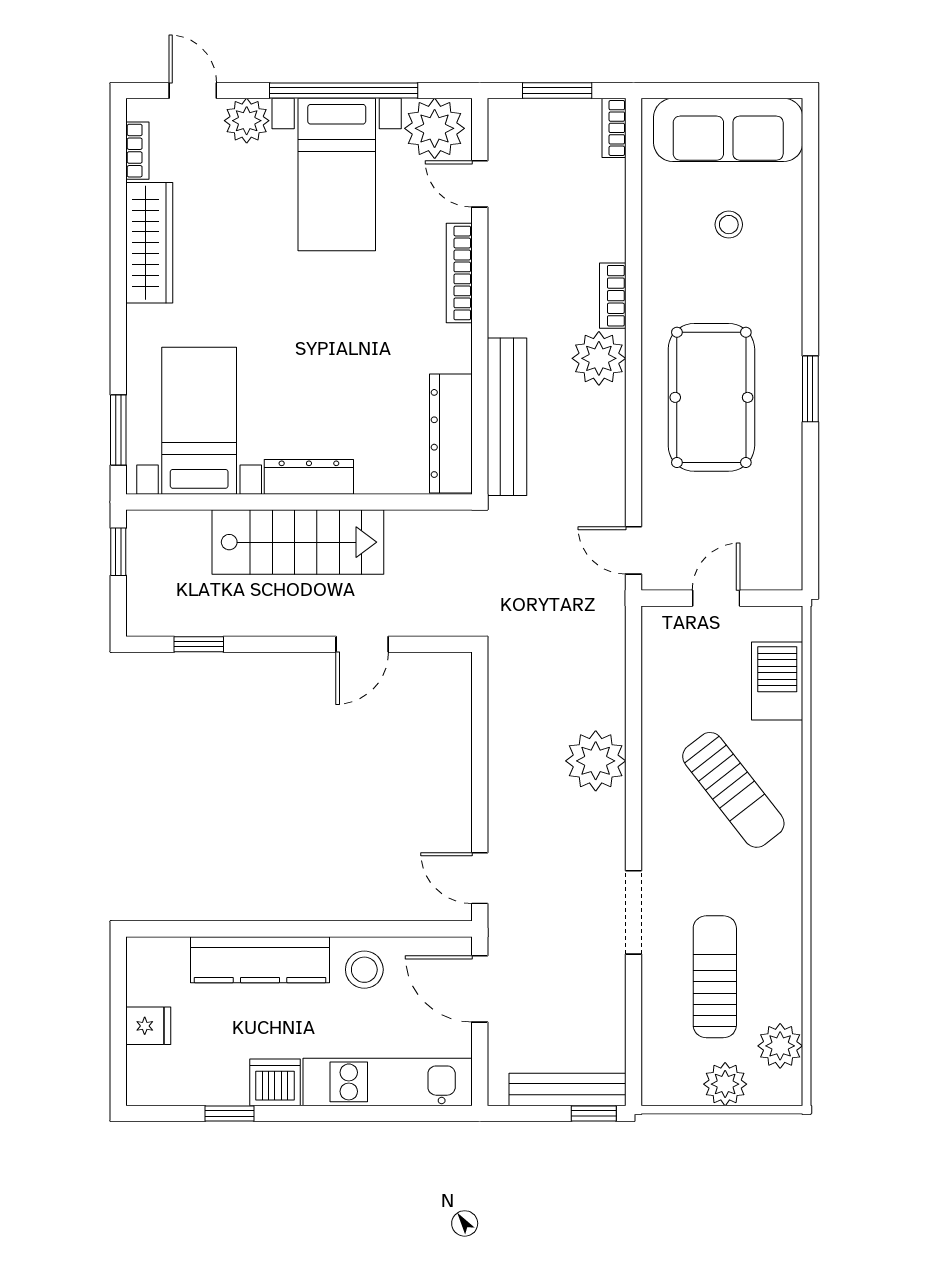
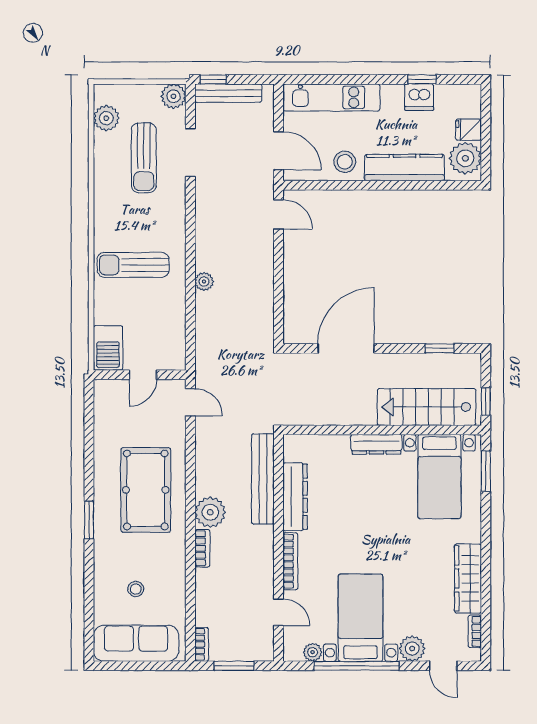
plant: (435, 128) -> (313, 652), width x0.53, depth x0.53
window: (810, 389) -> (89, 520), moved
dresser: (451, 433) -> (295, 497), moved
stairs: (298, 542) -> (427, 407), moved
door: (362, 644) -> (346, 348), width x1.88
barbecue: (777, 681) -> (108, 348), moved
plant: (596, 761) -> (204, 282), width x0.53, depth x0.53
sun lounger: (733, 790) -> (133, 265), turned -52
doorway: (634, 912) -> (190, 153), moved
plant: (154, 976) -> (465, 158), added
dishwasher: (275, 1082) -> (419, 97), moved
plant: (725, 1084) -> (174, 96), moved

